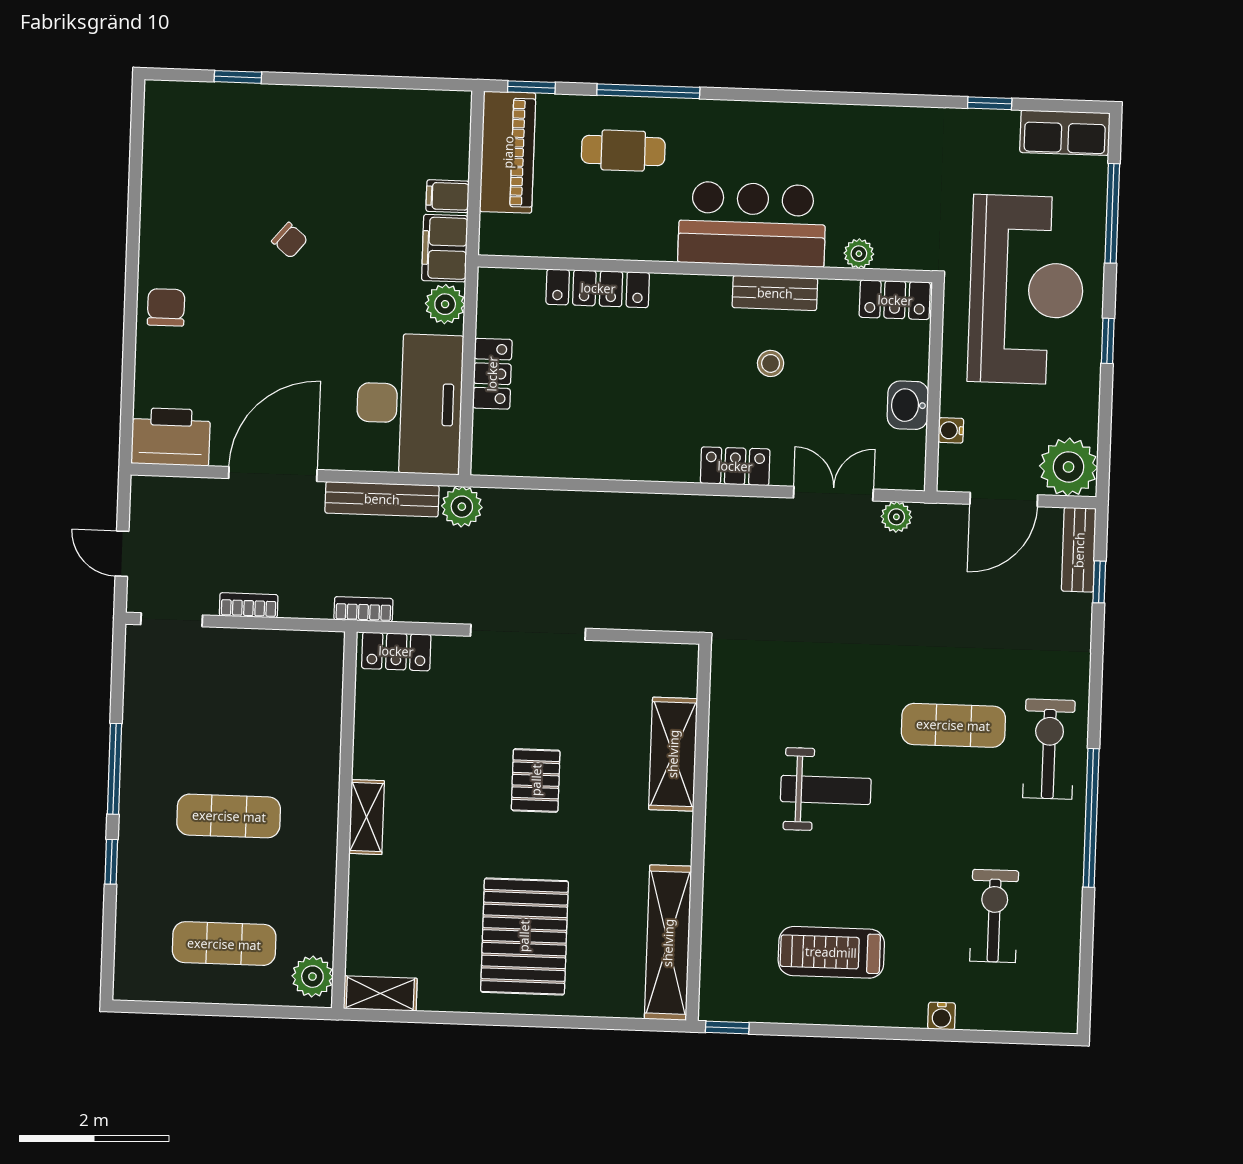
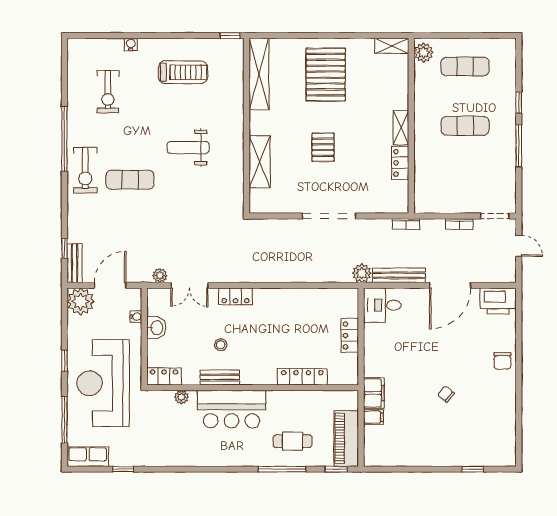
plant: (445, 304) -> (373, 367), removed
desk: (409, 404) -> (382, 305), width x0.53, depth x0.77
locker: (396, 651) -> (400, 163), moved, turned -90

